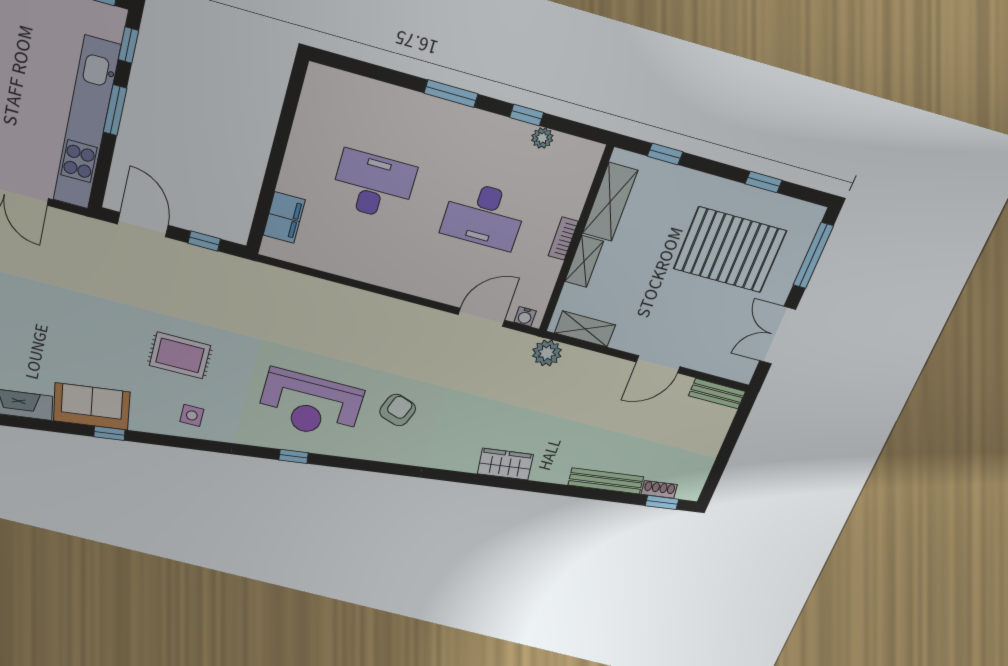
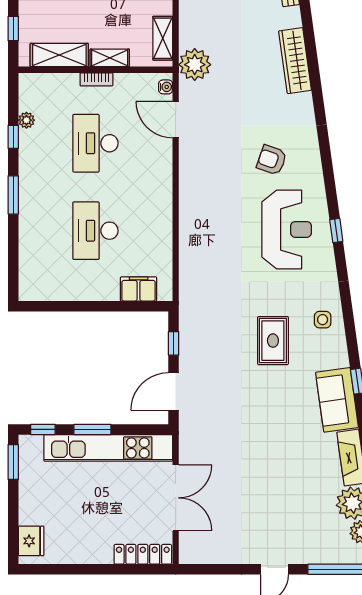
desk: (484, 216) -> (95, 143), turned 180
plant: (547, 353) -> (195, 65), width x1.36, depth x1.36
wardrobe: (505, 464) -> (295, 61), width x1.50

